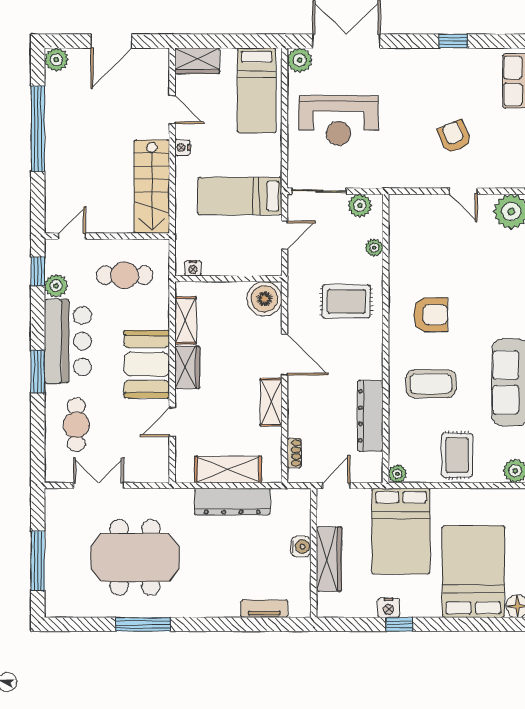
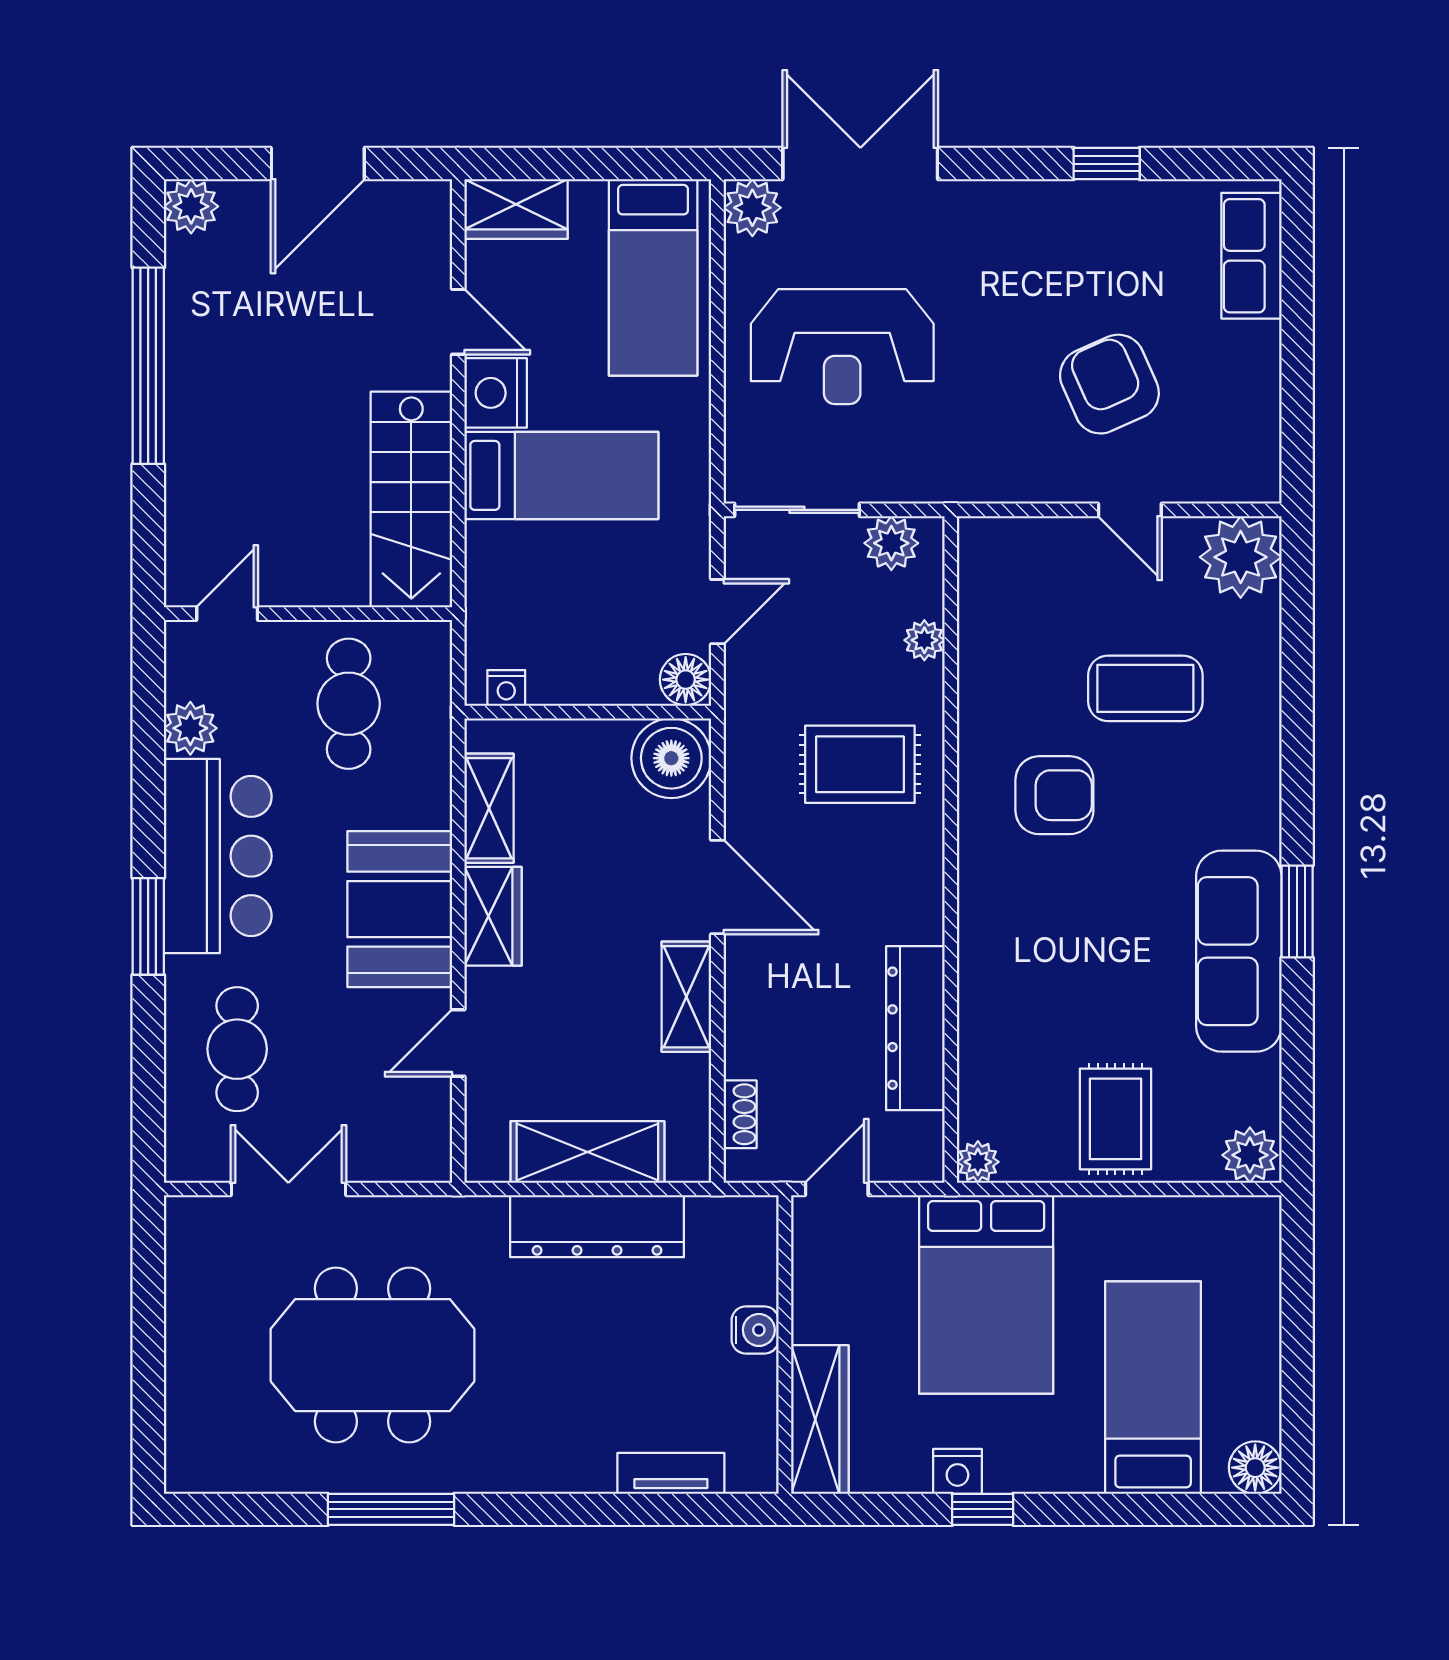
armchair: (454, 137) -> (1109, 384), width x1.38, depth x1.38
nightstand: (182, 148) -> (496, 393), width x1.89, depth x1.79
bed: (240, 196) -> (561, 475), moved, turned 180
floor lamp: (271, 265) -> (686, 680), added
window: (38, 271) -> (148, 695), removed
cafe table: (125, 275) -> (349, 704), turned 90
coffee table: (431, 384) -> (1145, 688), moved
wardrobe: (329, 559) -> (820, 1419), moved
window: (38, 561) -> (148, 1362), removed
bed: (473, 572) -> (1153, 1388), width x0.67

